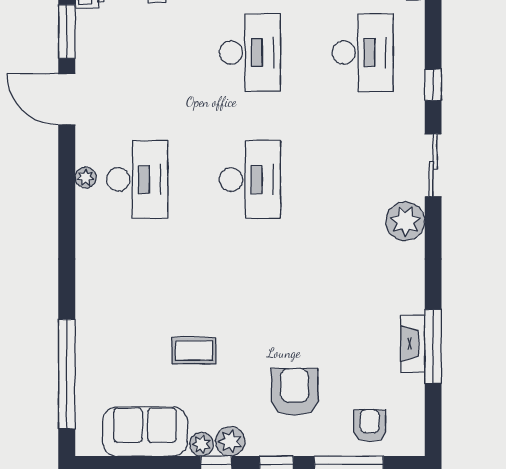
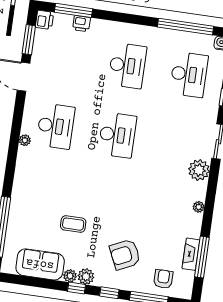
plant: (86, 177) -> (25, 140), moved
plant: (414, 287) -> (199, 207), added
fireplace: (413, 344) -> (191, 254), moved
window: (433, 347) -> (202, 257), moved
armchair: (295, 392) -> (125, 255), turned -115

